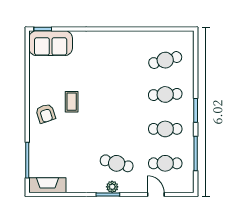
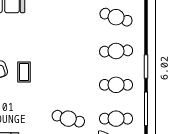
cafe table: (165, 60) -> (116, 17), turned 33
coffee table: (72, 102) -> (24, 72), moved

